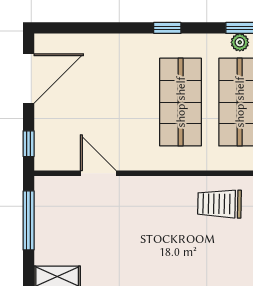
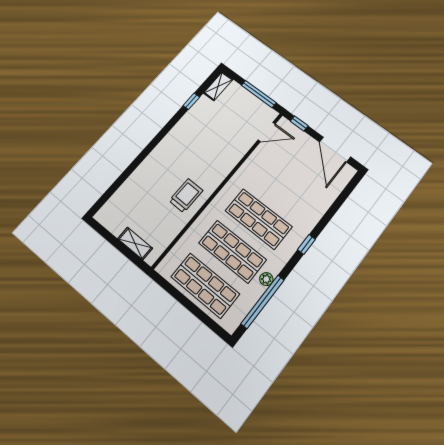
door: (98, 173) -> (267, 132), moved

